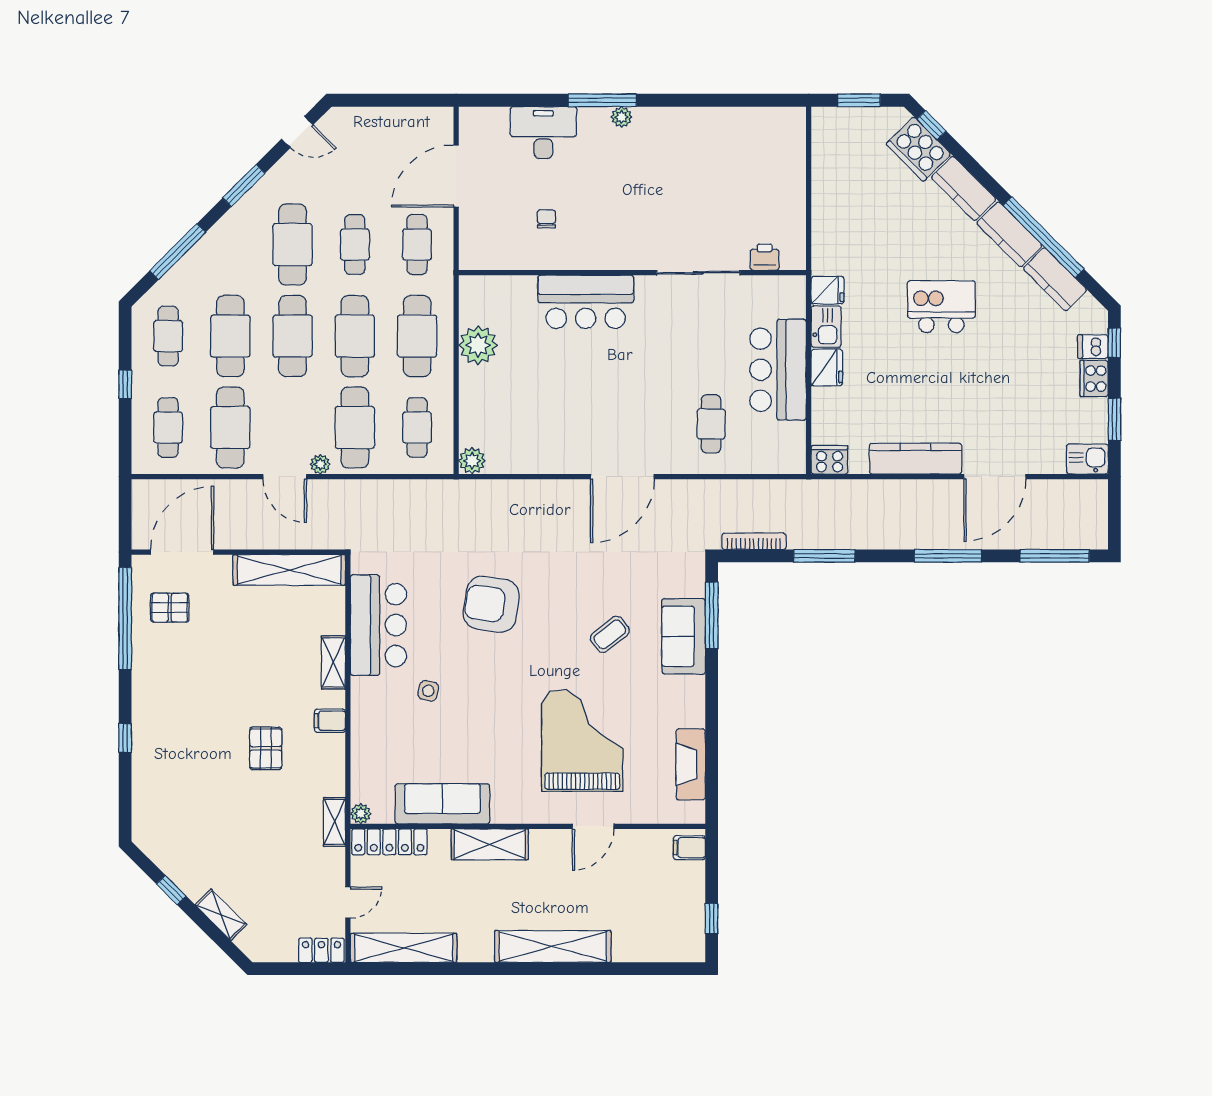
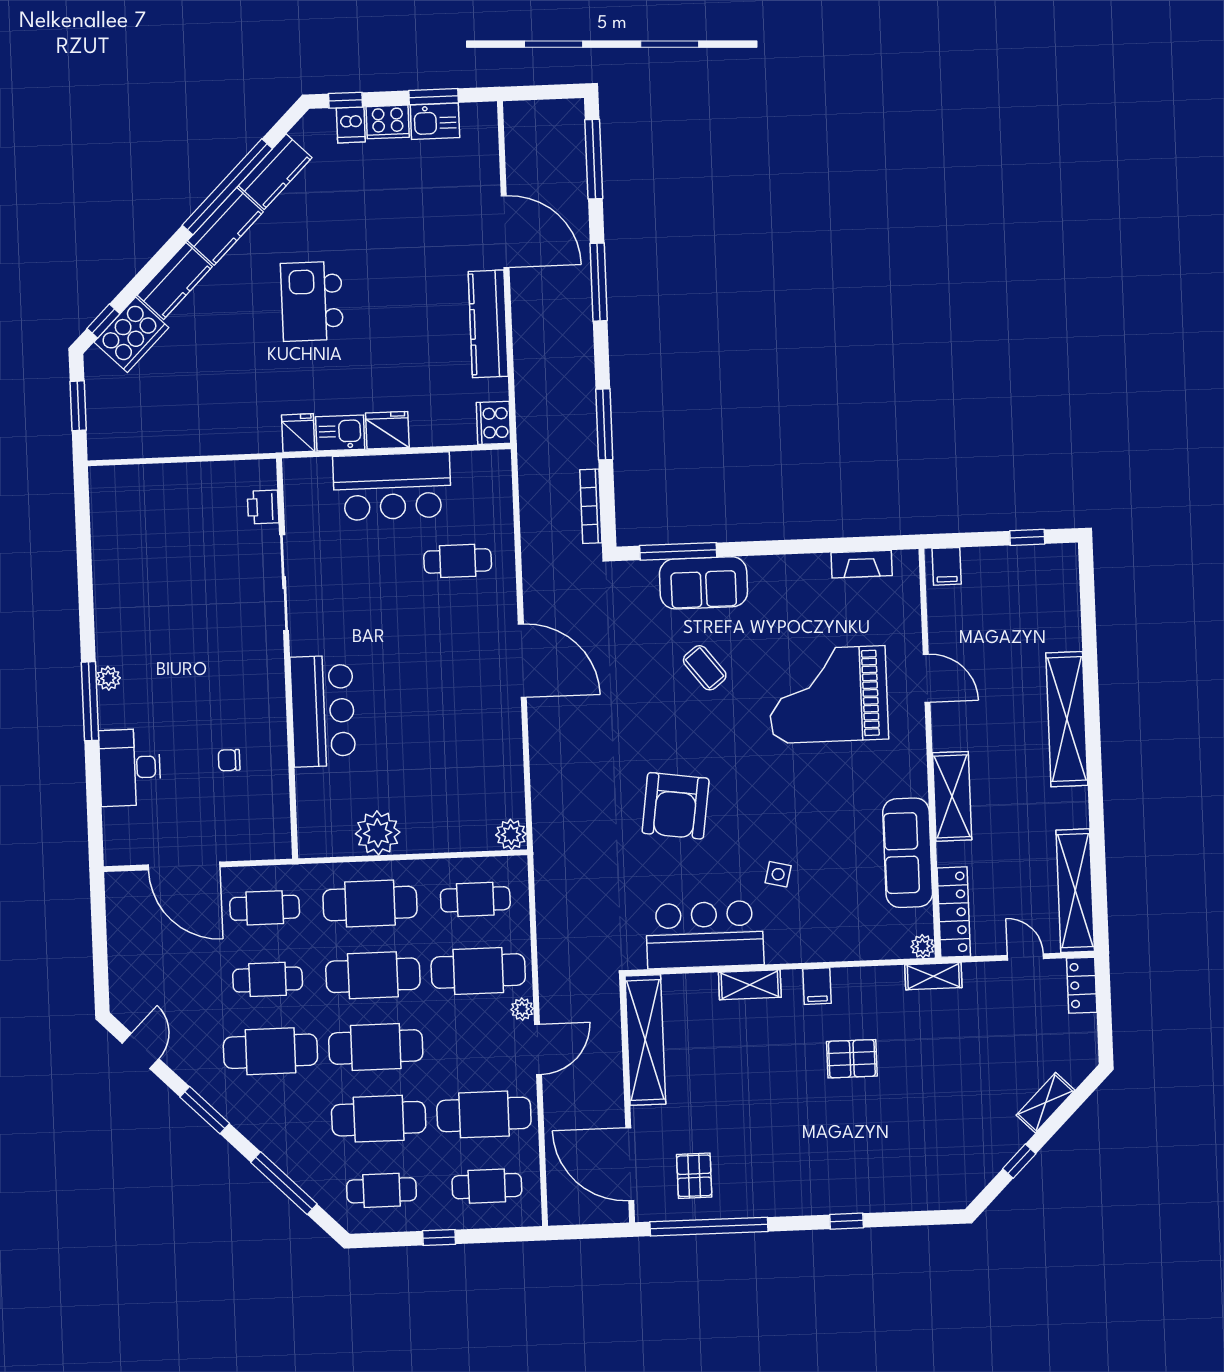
kitchen sink: (1087, 459) -> (435, 121), moved, turned -90
fireplace: (691, 764) -> (862, 564), width x0.73, depth x0.76

